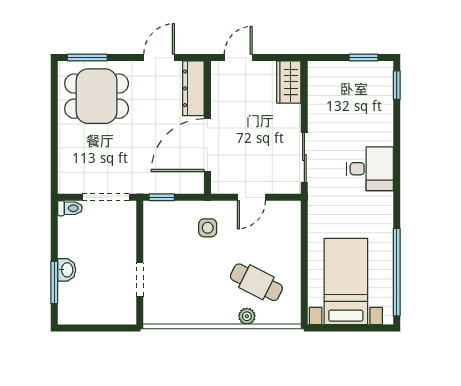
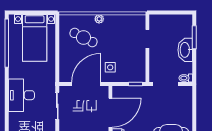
desk: (370, 169) -> (21, 95), width x1.37
door: (251, 197) -> (86, 84), width x1.87
washbasin: (67, 270) -> (185, 50), width x1.91, depth x1.45
plant: (247, 316) -> (99, 19), moved

